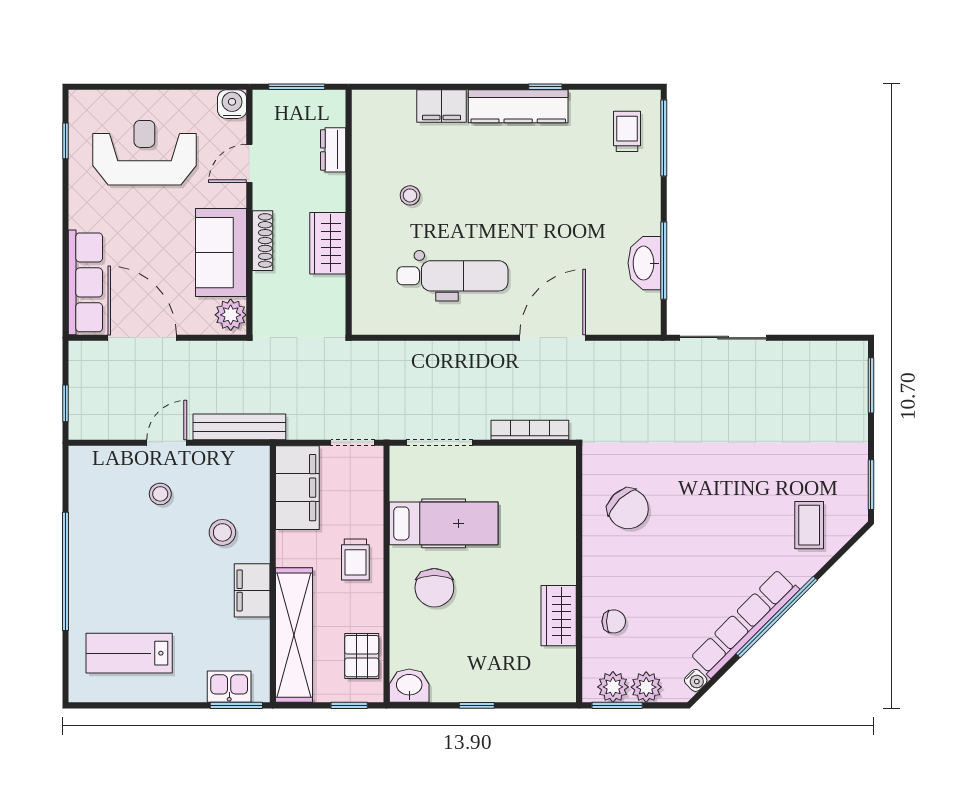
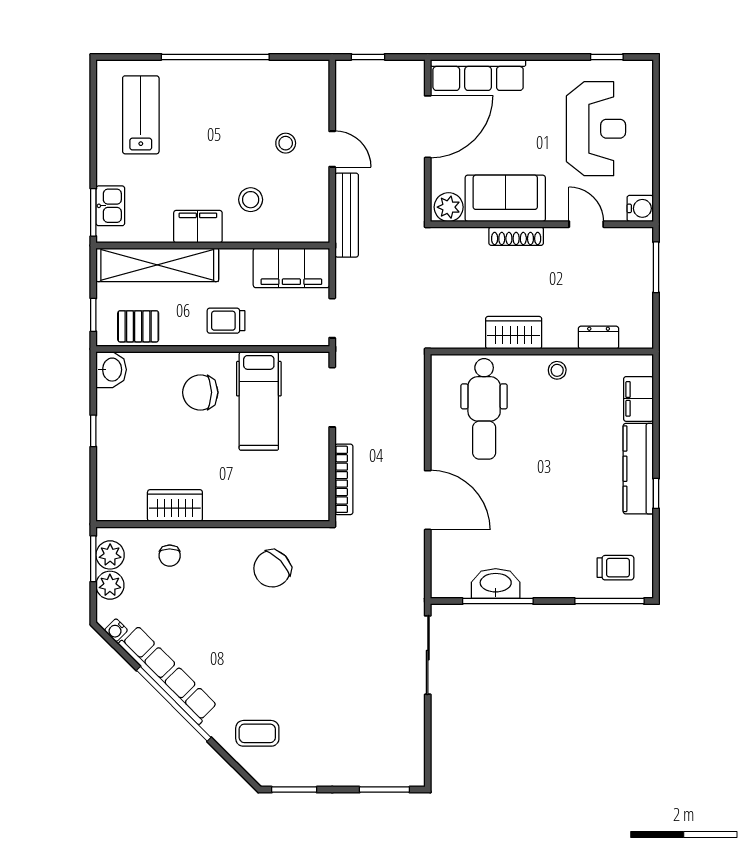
dresser: (333, 150) -> (599, 338), moved
wall: (349, 212) -> (542, 352), moved
wardrobe: (328, 243) -> (514, 333), moved

